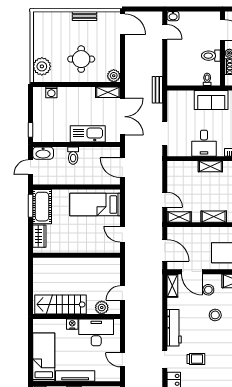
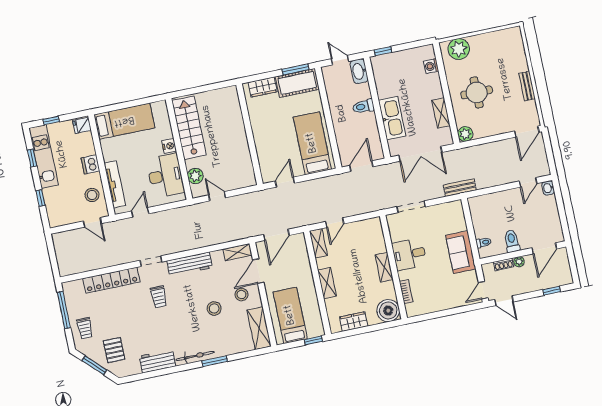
shelving: (108, 92) -> (441, 113), moved
tv unit: (75, 376) -> (115, 184), moved

